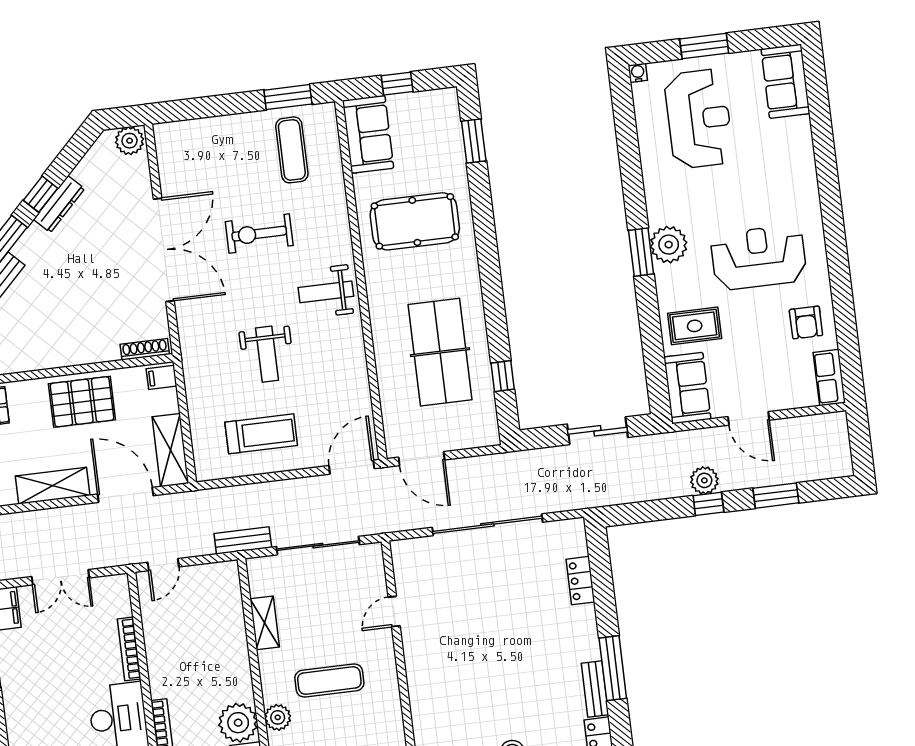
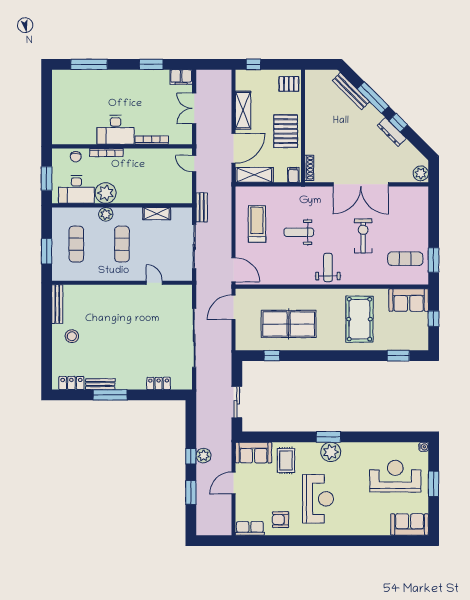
reception desk: (699, 119) -> (395, 476), turned 180
treadmill: (261, 434) -> (257, 224), turned 180

